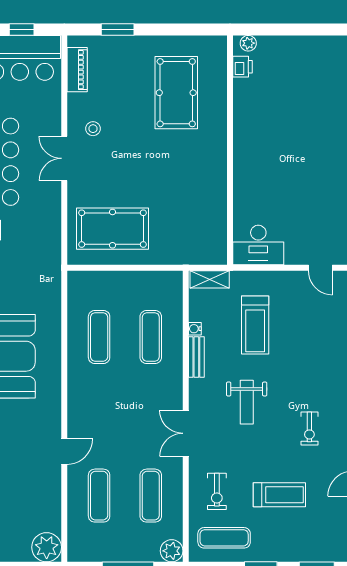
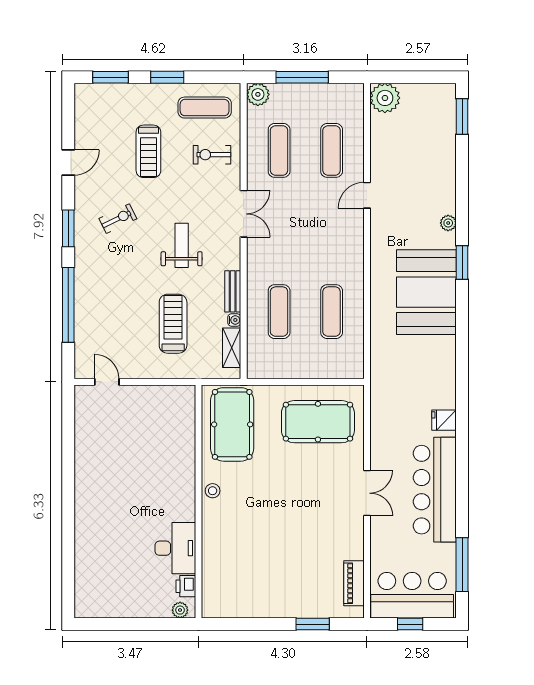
pool table: (176, 93) -> (232, 424), moved
stool: (93, 129) -> (213, 491), moved
desk: (258, 245) -> (175, 548), moved, turned 90
shelving: (210, 279) -> (232, 348), moved, turned 90
exercise bike: (309, 428) -> (118, 219), turned 64
exercise bike: (217, 491) -> (212, 155), turned -90
treadmill: (279, 495) -> (148, 151), turned -90

